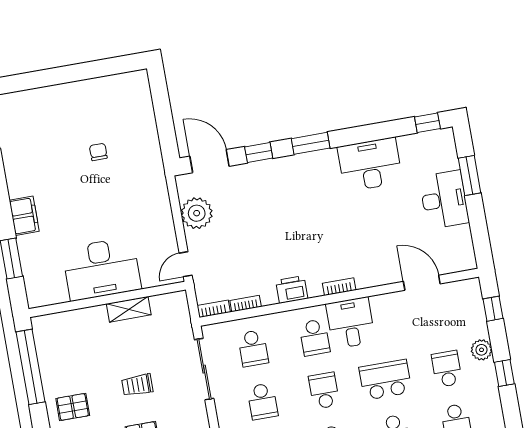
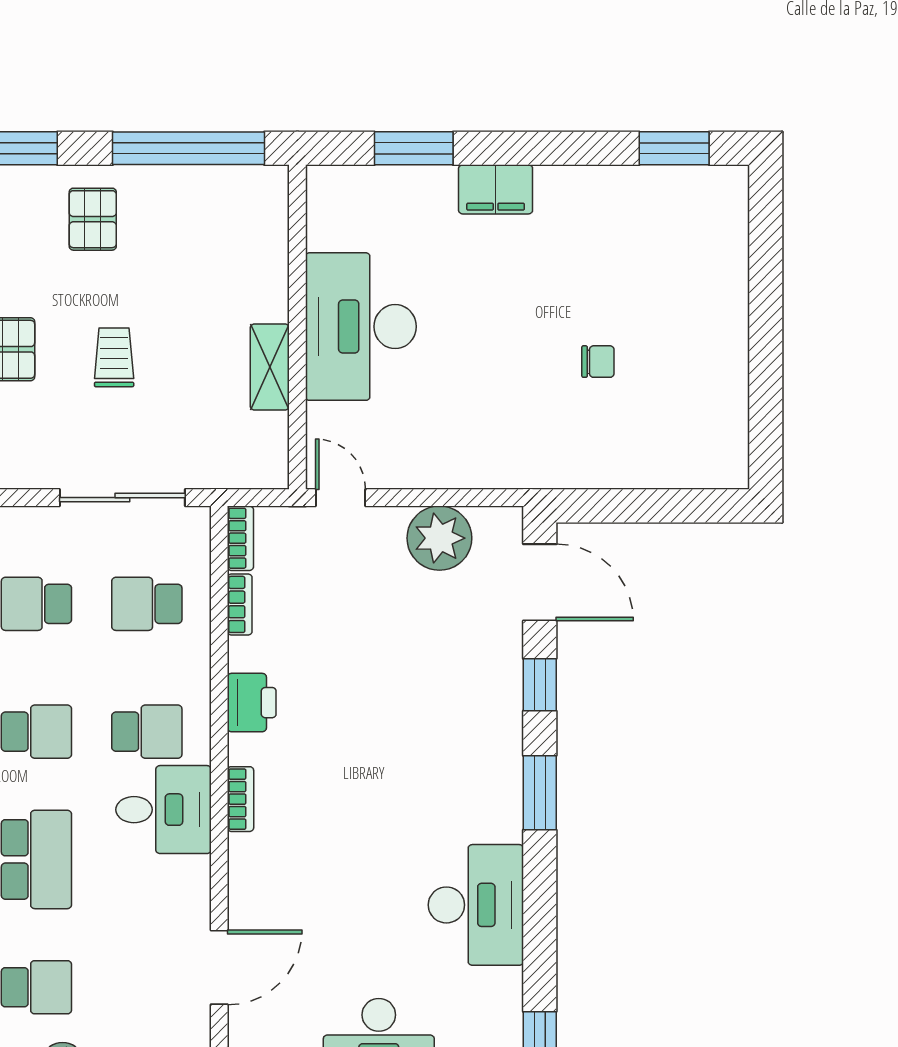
door: (209, 161) -> (540, 582), hinge flipped
school desk: (315, 337) -> (147, 732), turned 180

